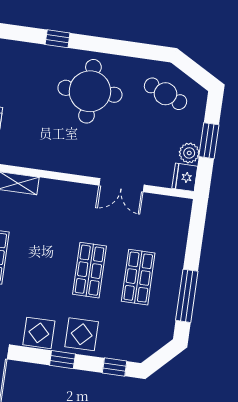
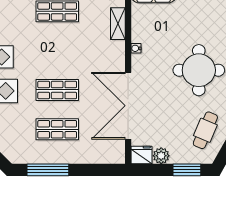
window: (209, 141) -> (187, 170), moved
water cooler: (52, 165) -> (136, 48), added
double door: (121, 185) -> (128, 106), width x1.87

